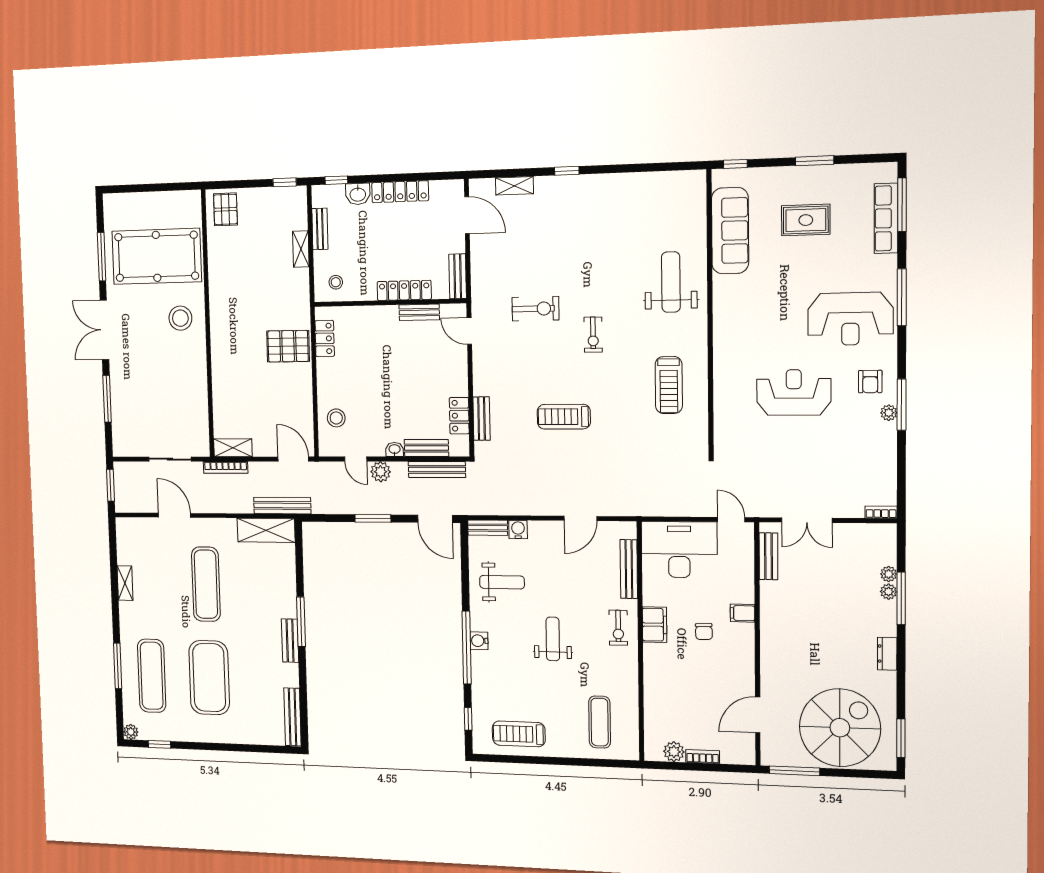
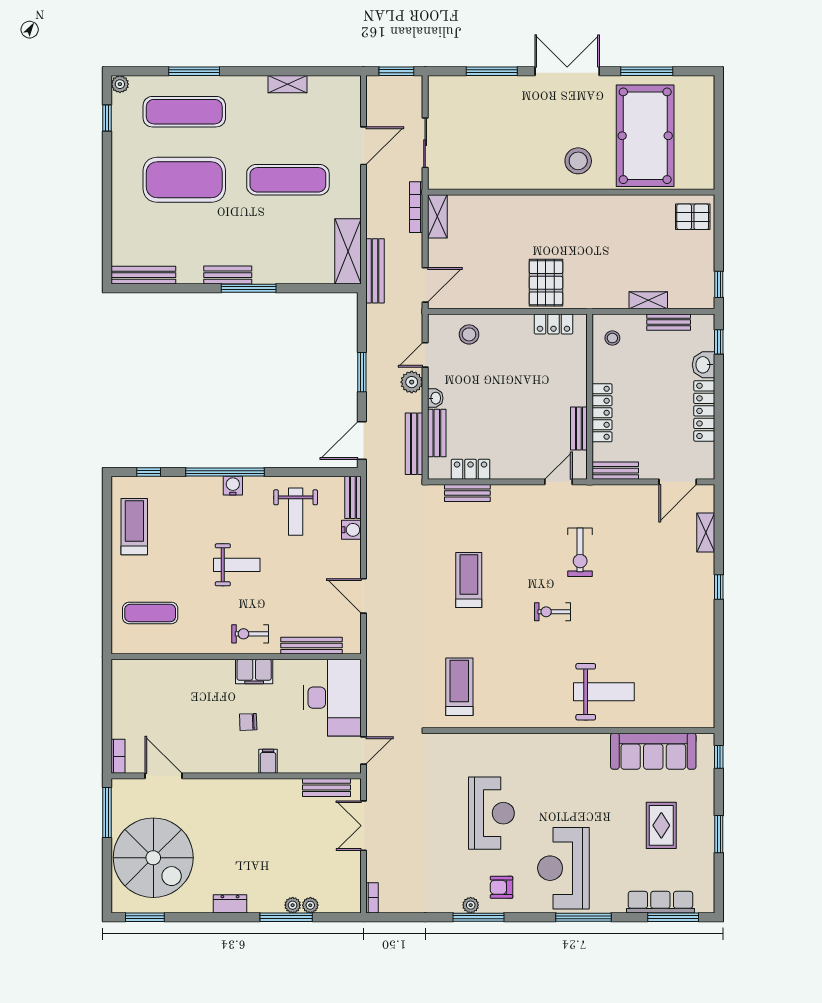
treadmill: (669, 385) -> (459, 687), moved, turned 90
plant: (674, 752) -> (122, 690), removed
bookcase: (703, 757) -> (118, 756), moved

